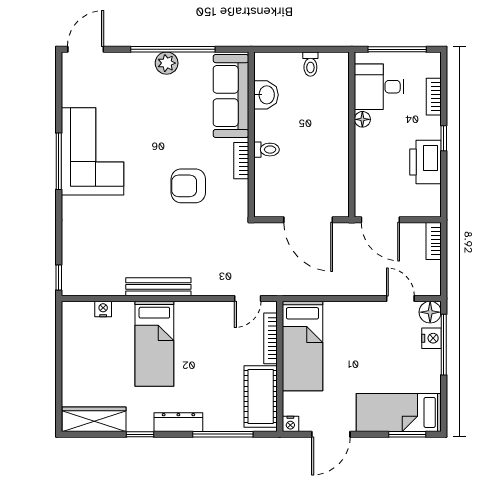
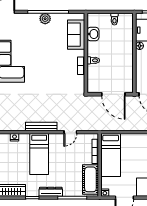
sofa: (231, 96) -> (76, 35), width x0.73
armchair: (188, 186) -> (56, 78), removed
door: (248, 299) -> (70, 132), moved

